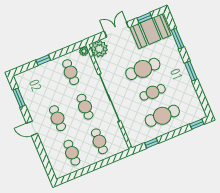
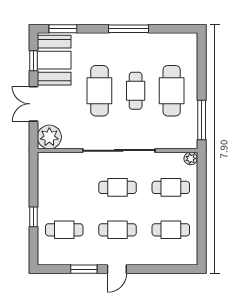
window: (177, 39) -> (63, 29), moved
plant: (84, 51) -> (191, 159), moved
window: (191, 71) -> (129, 29), width x1.44
cafe table: (71, 72) -> (64, 230), moved
window: (19, 98) -> (84, 269), moved
window: (197, 124) -> (202, 50), removed
window: (151, 143) -> (202, 120), width x2.17

